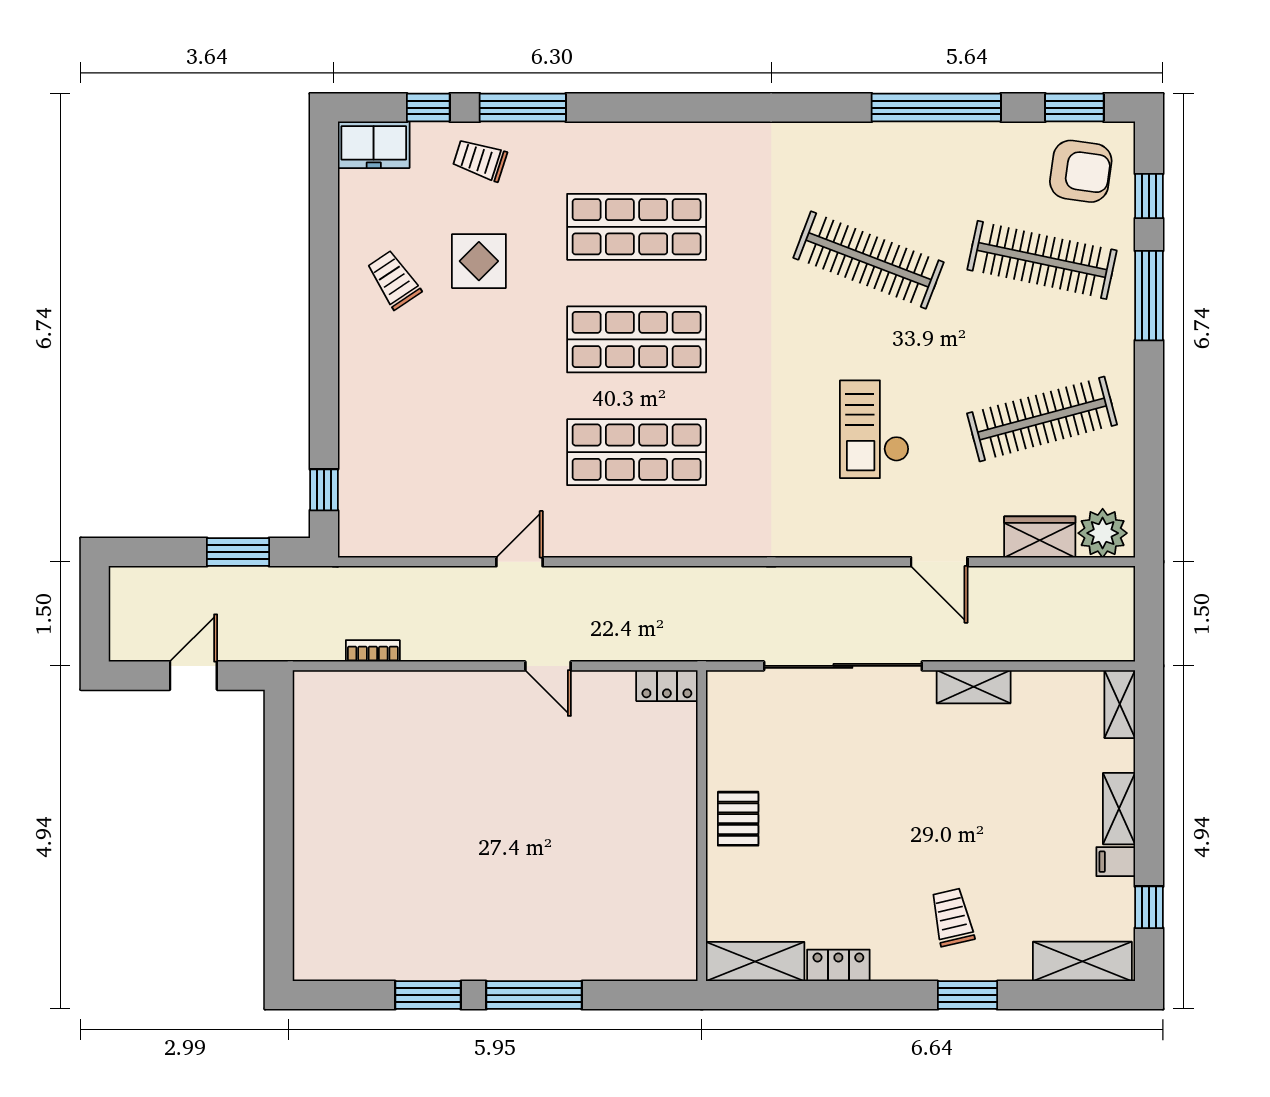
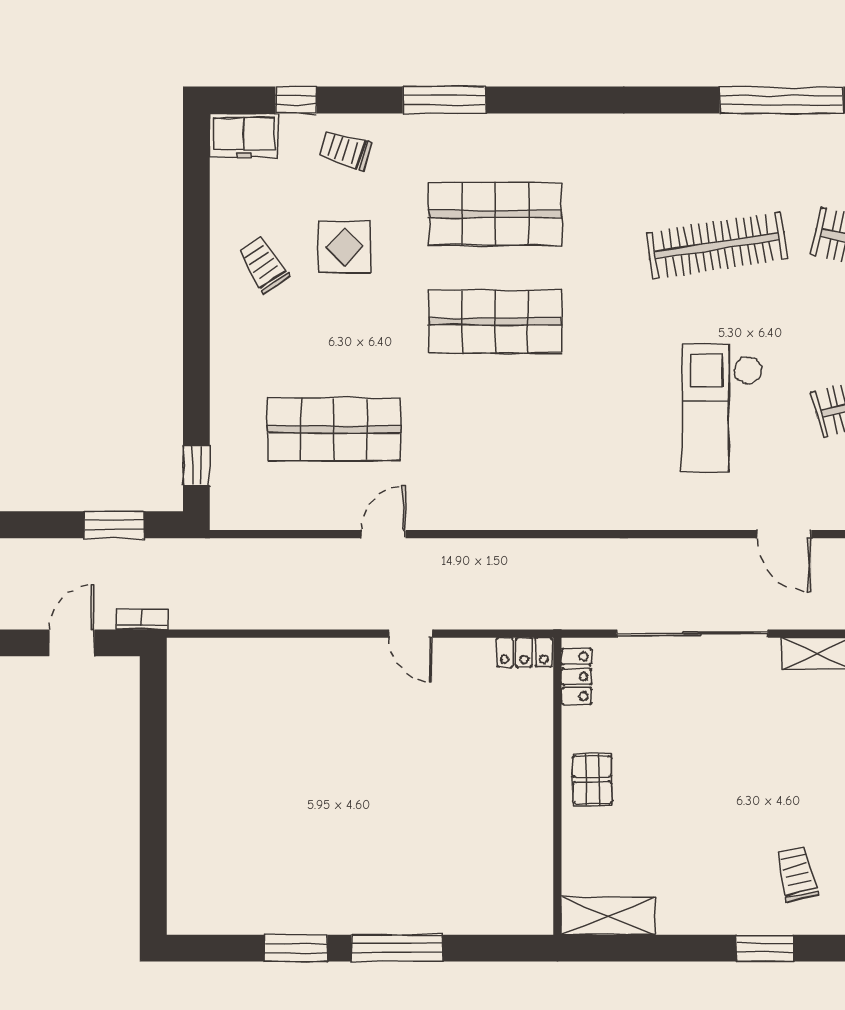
window: (523, 108) -> (444, 100), moved
clothes rail: (868, 260) -> (717, 246), turned -30
checkout: (874, 429) -> (722, 407), width x1.36, depth x1.21
shop shelf: (637, 452) -> (334, 429), moved
bookcase: (373, 651) -> (142, 619), moved
locker: (838, 965) -> (577, 676), moved, turned 90
window: (967, 995) -> (765, 948), moved

